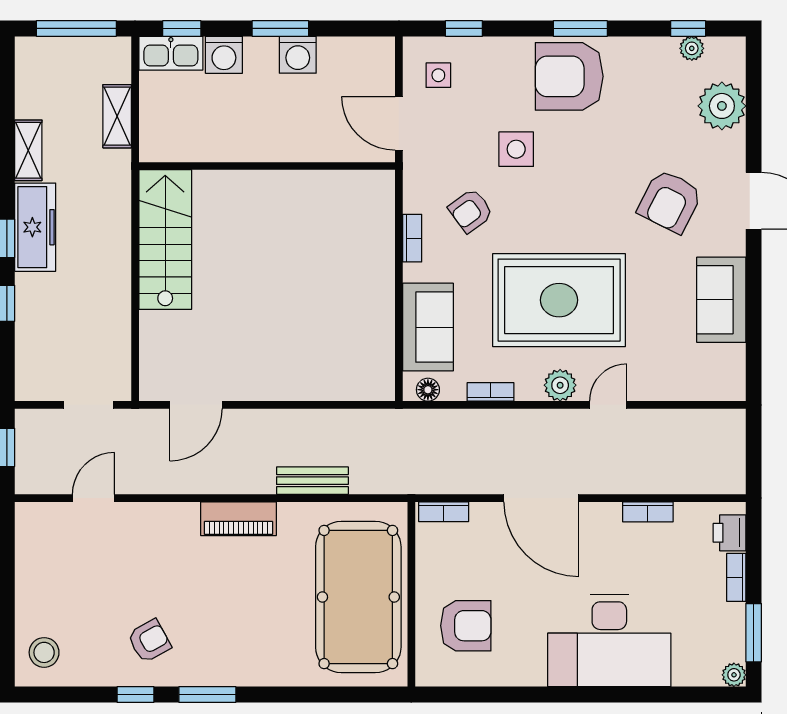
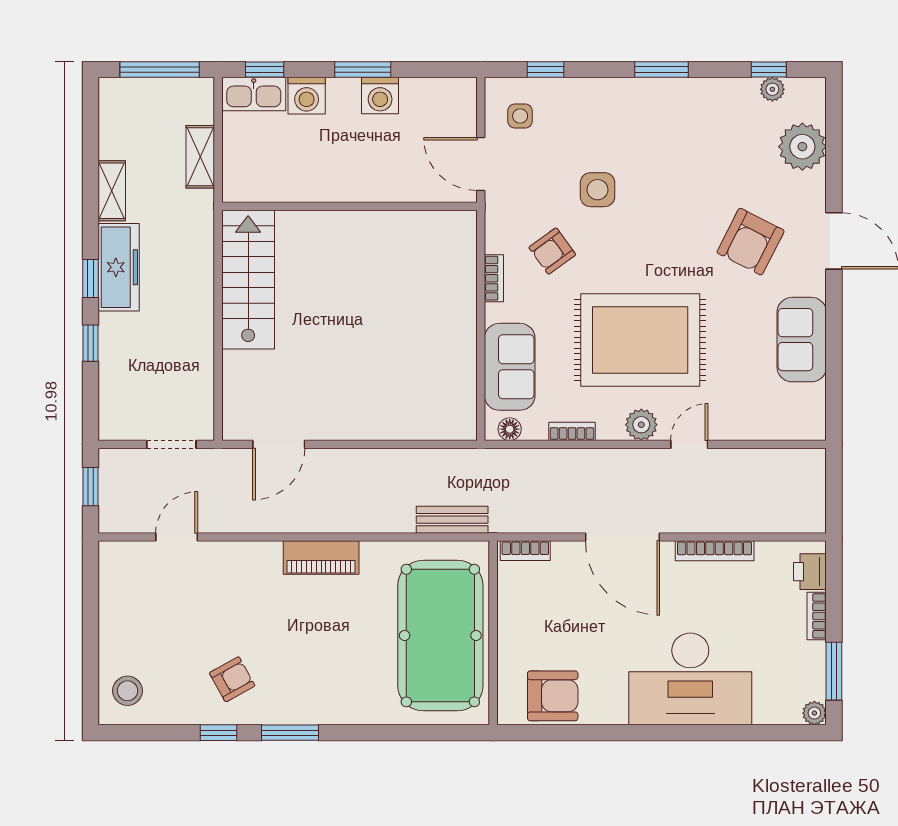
armchair: (569, 76) -> (650, 117), removed
bench: (312, 481) -> (452, 520), moved
bookcase: (648, 512) -> (715, 551), width x1.56
armchair: (466, 626) -> (553, 696), moved

